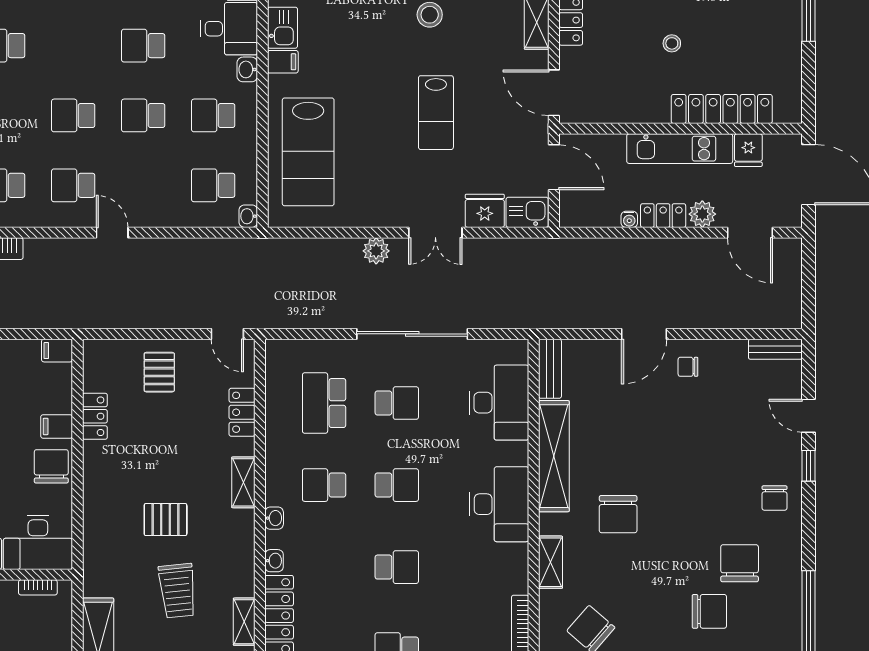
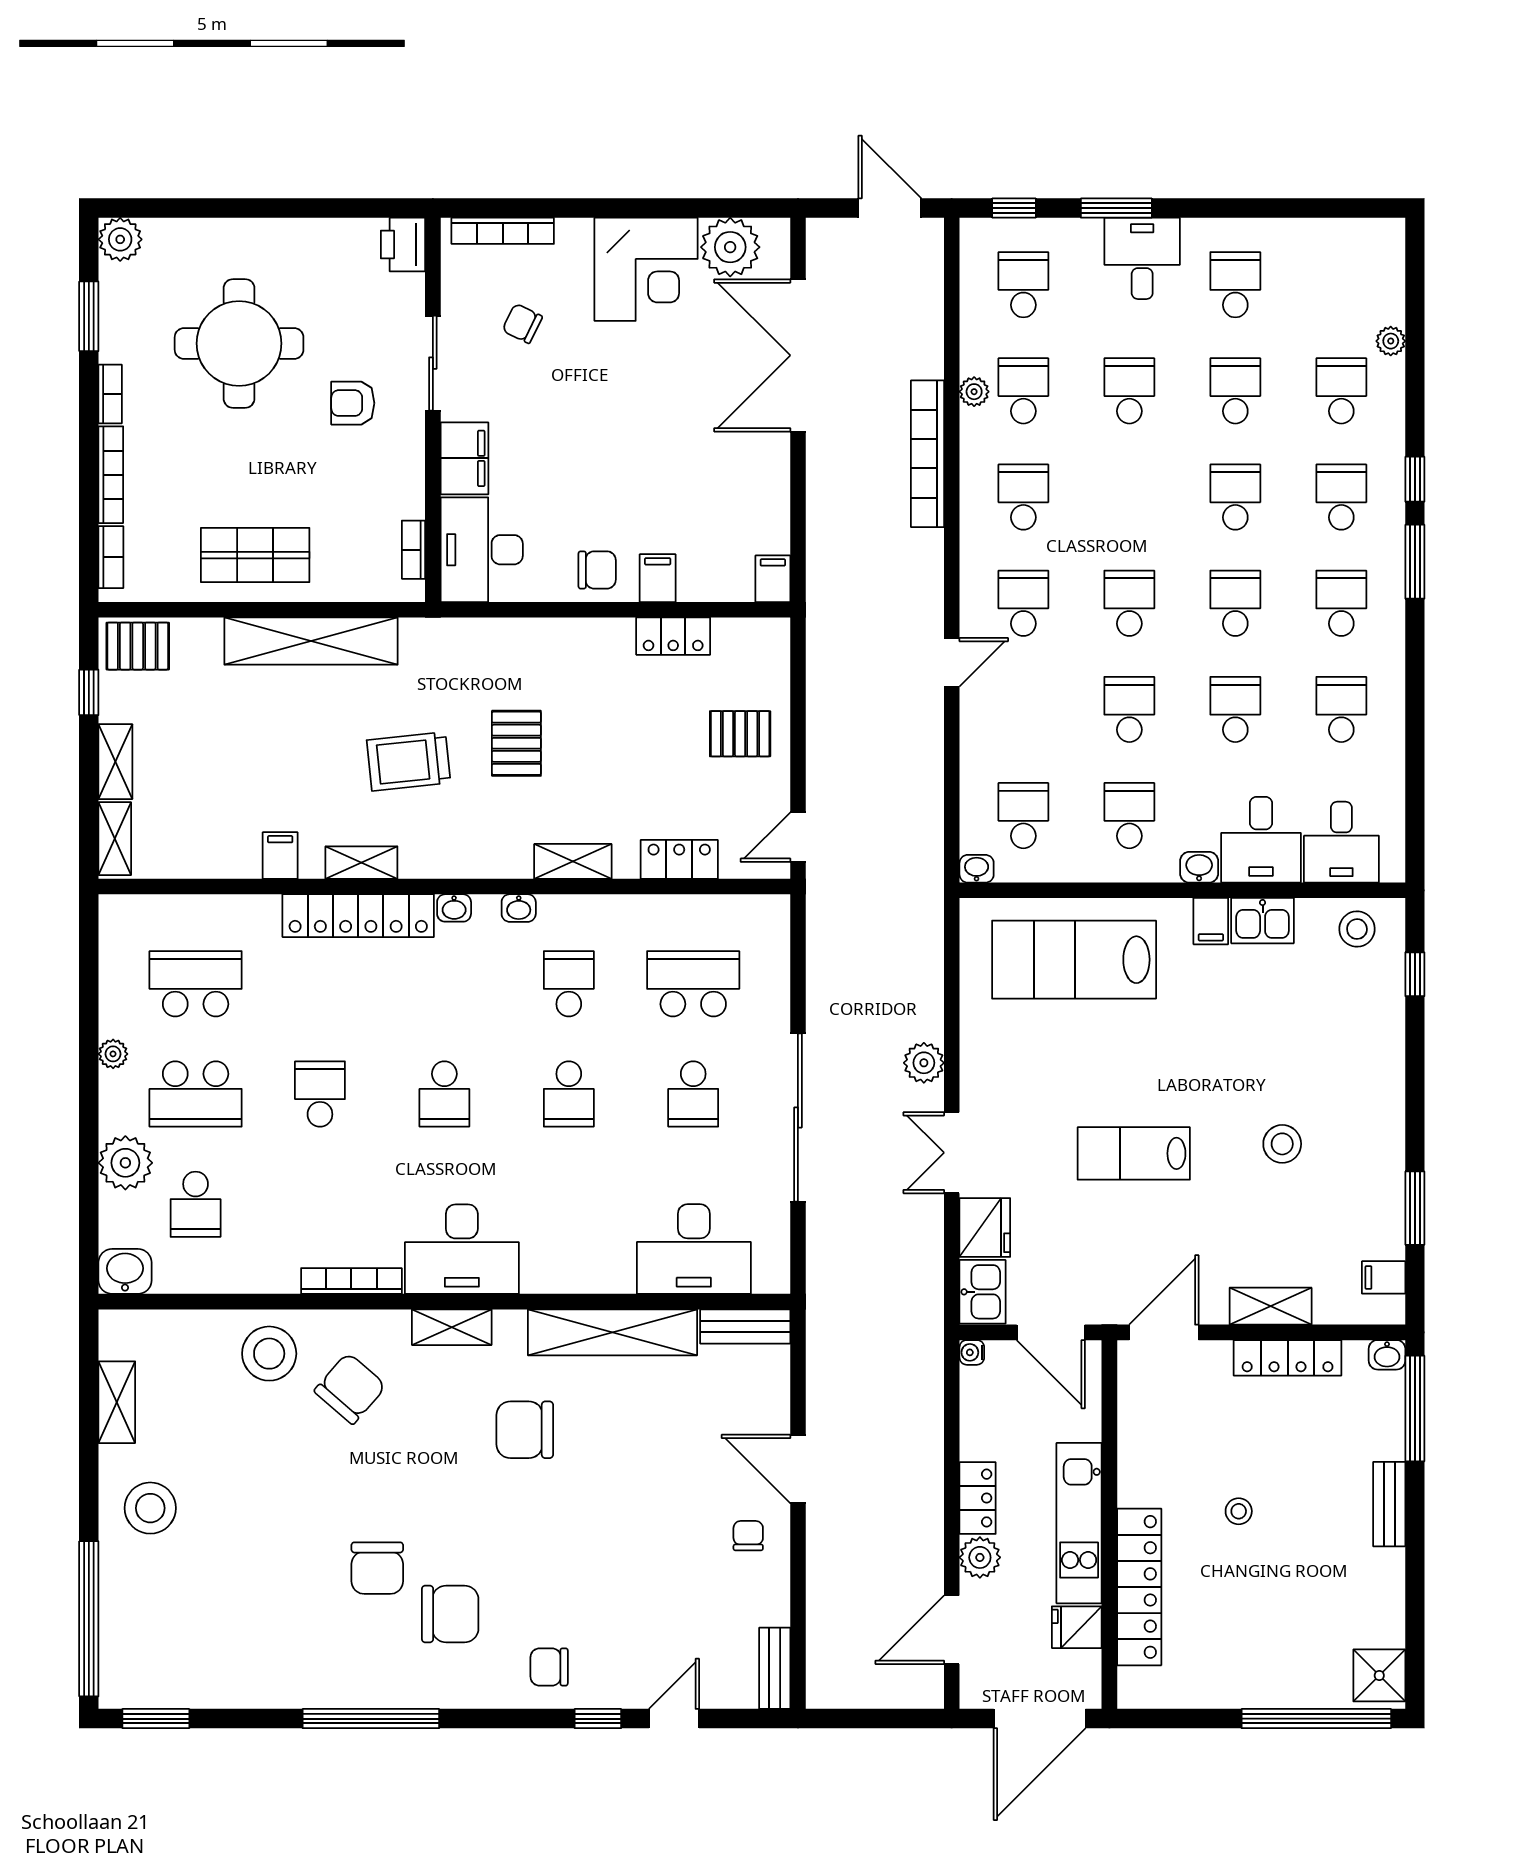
school desk: (73, 46) -> (1235, 603), added
door: (554, 167) -> (1051, 1332), hinge flipped
water cooler: (629, 219) -> (972, 1352), moved
chair: (51, 466) -> (597, 570), width x0.73, depth x0.73
desk: (499, 504) -> (462, 1249), moved

